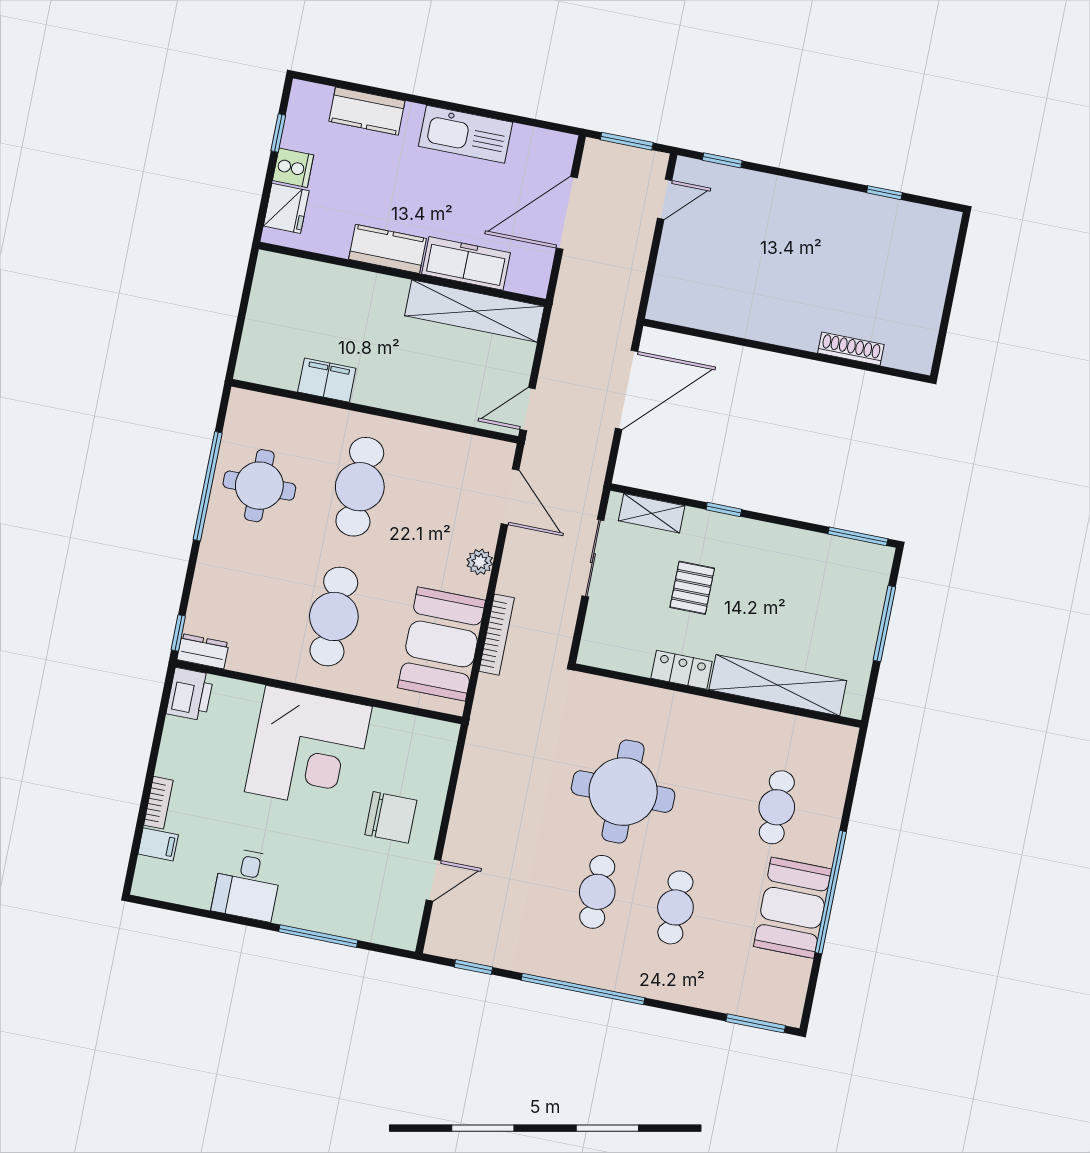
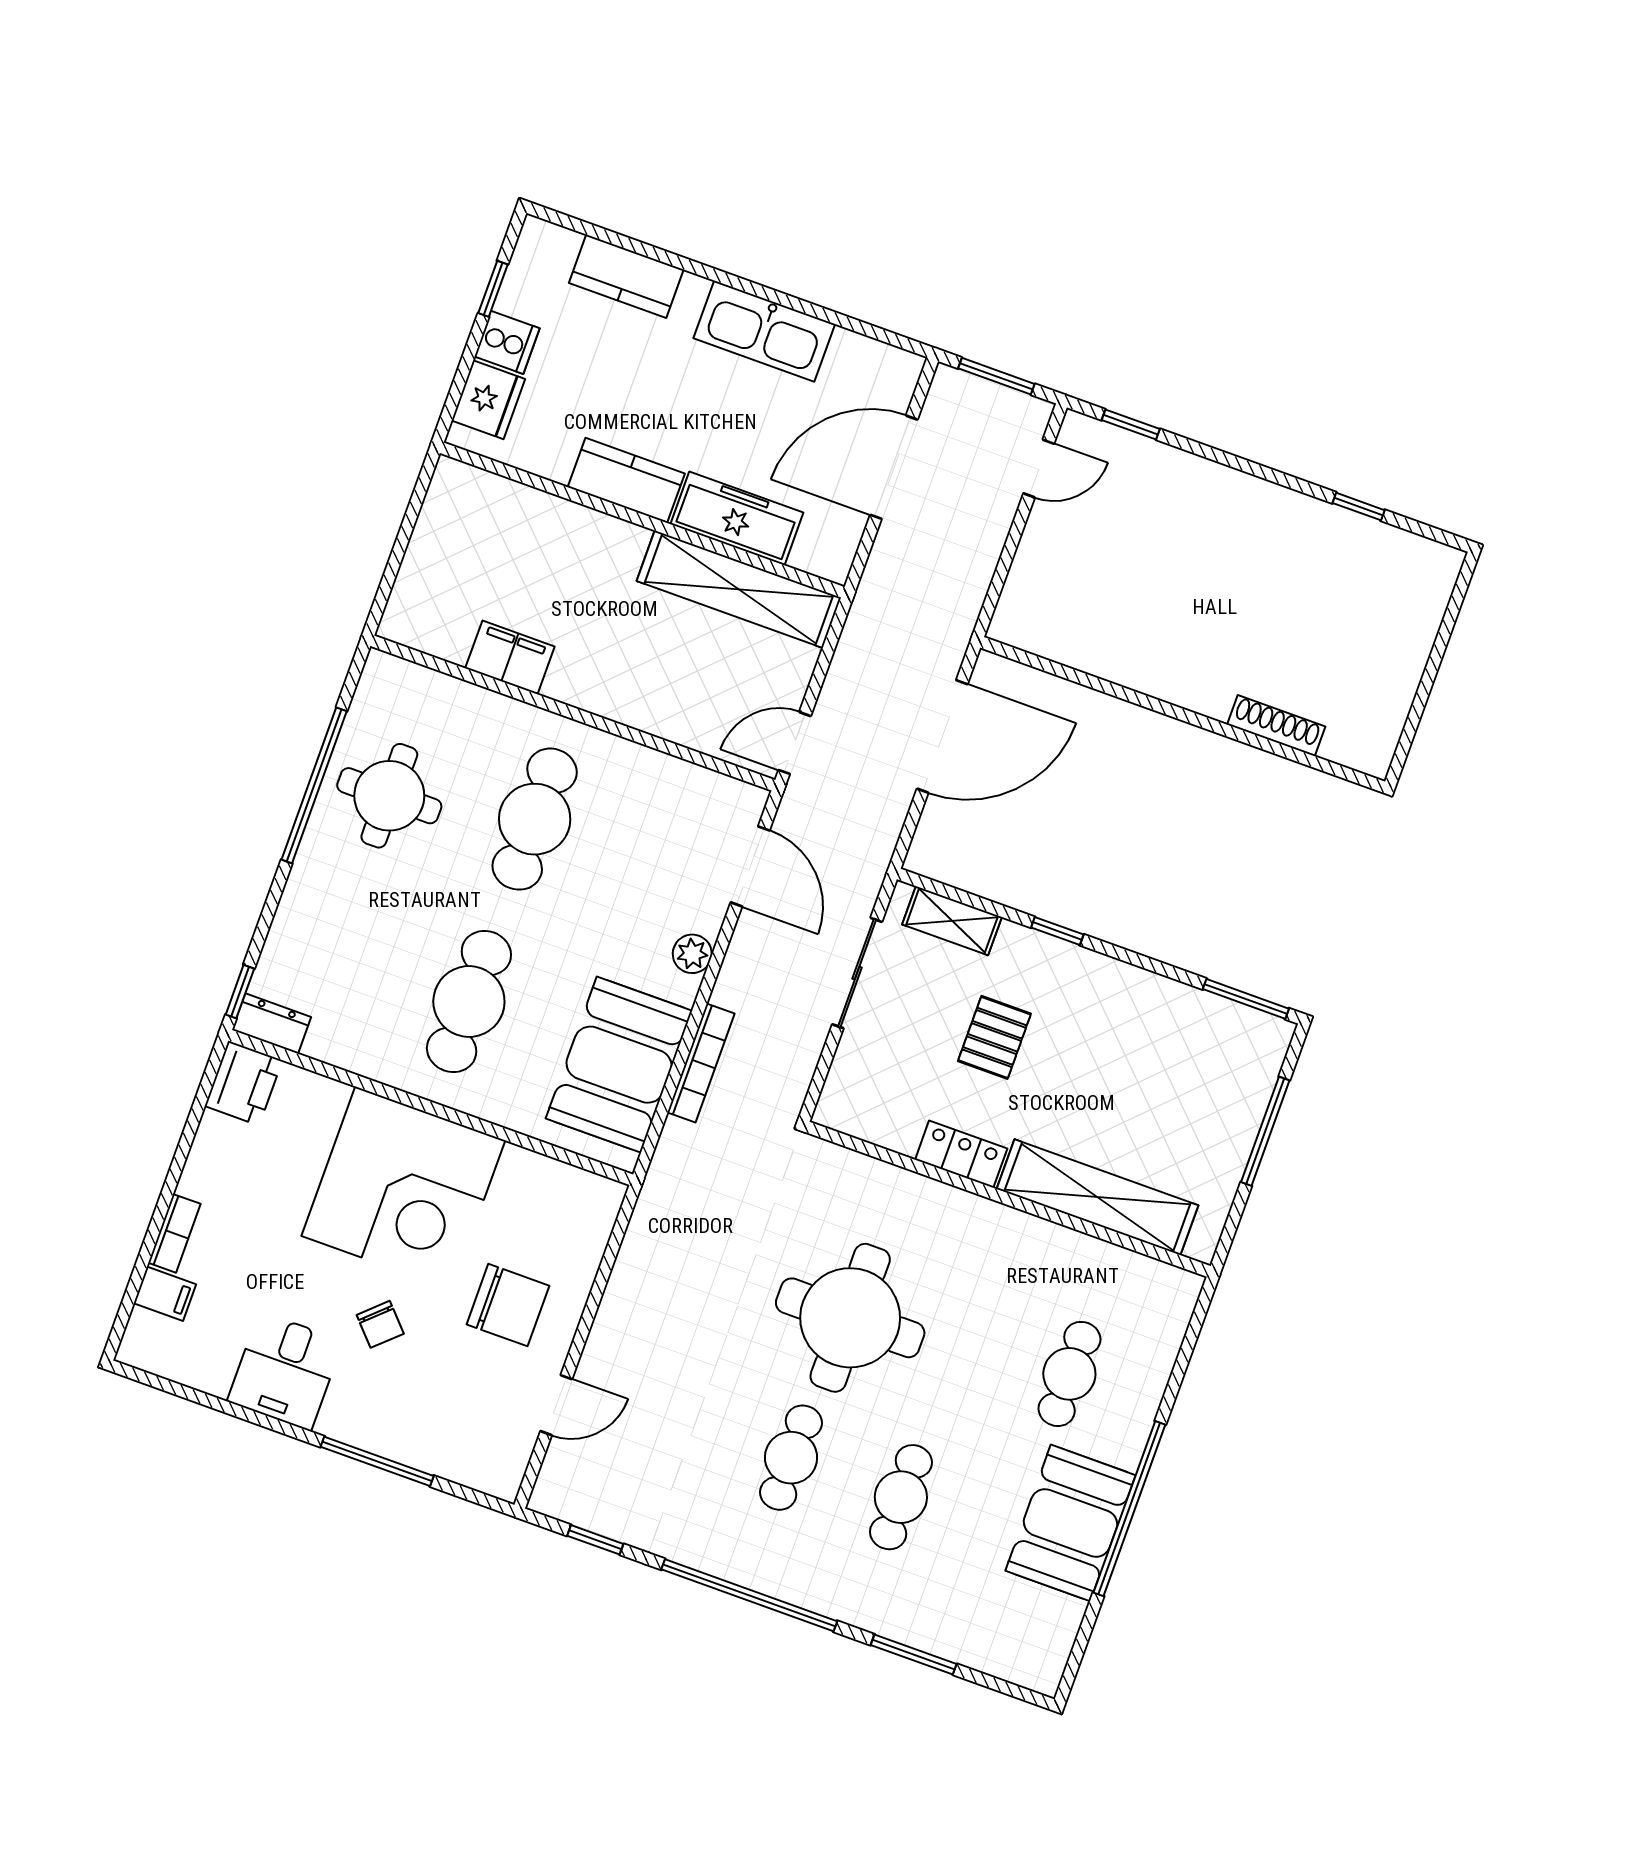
chair: (307, 843) -> (380, 1324), added
window: (756, 1023) -> (914, 1654), moved

